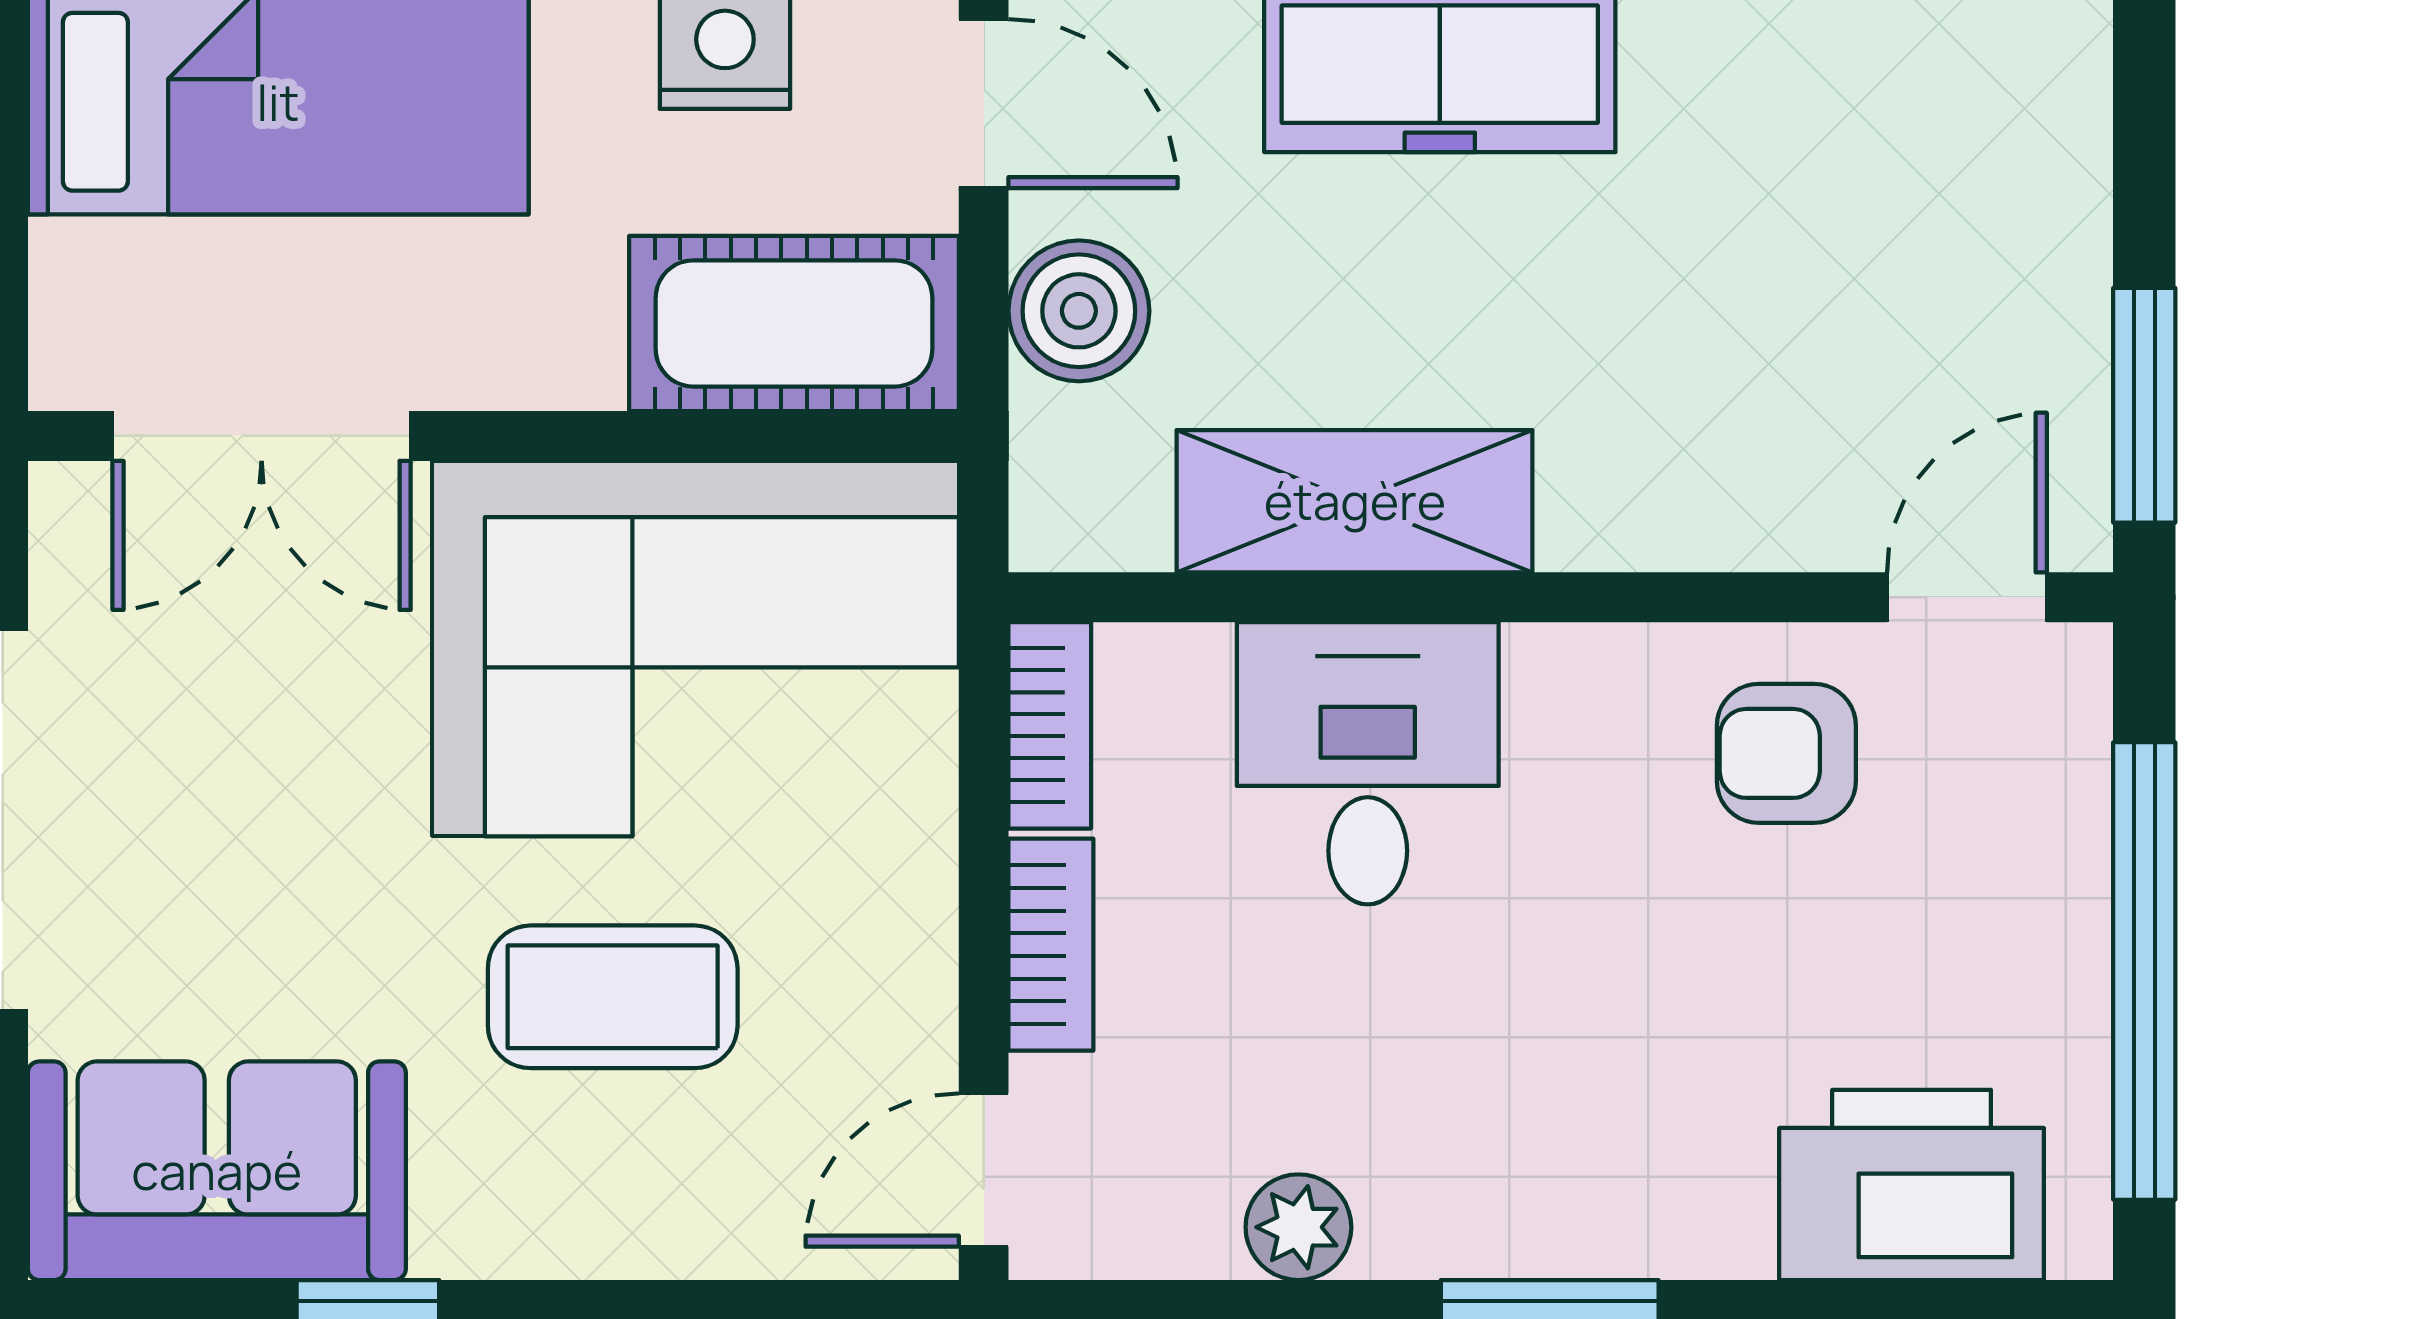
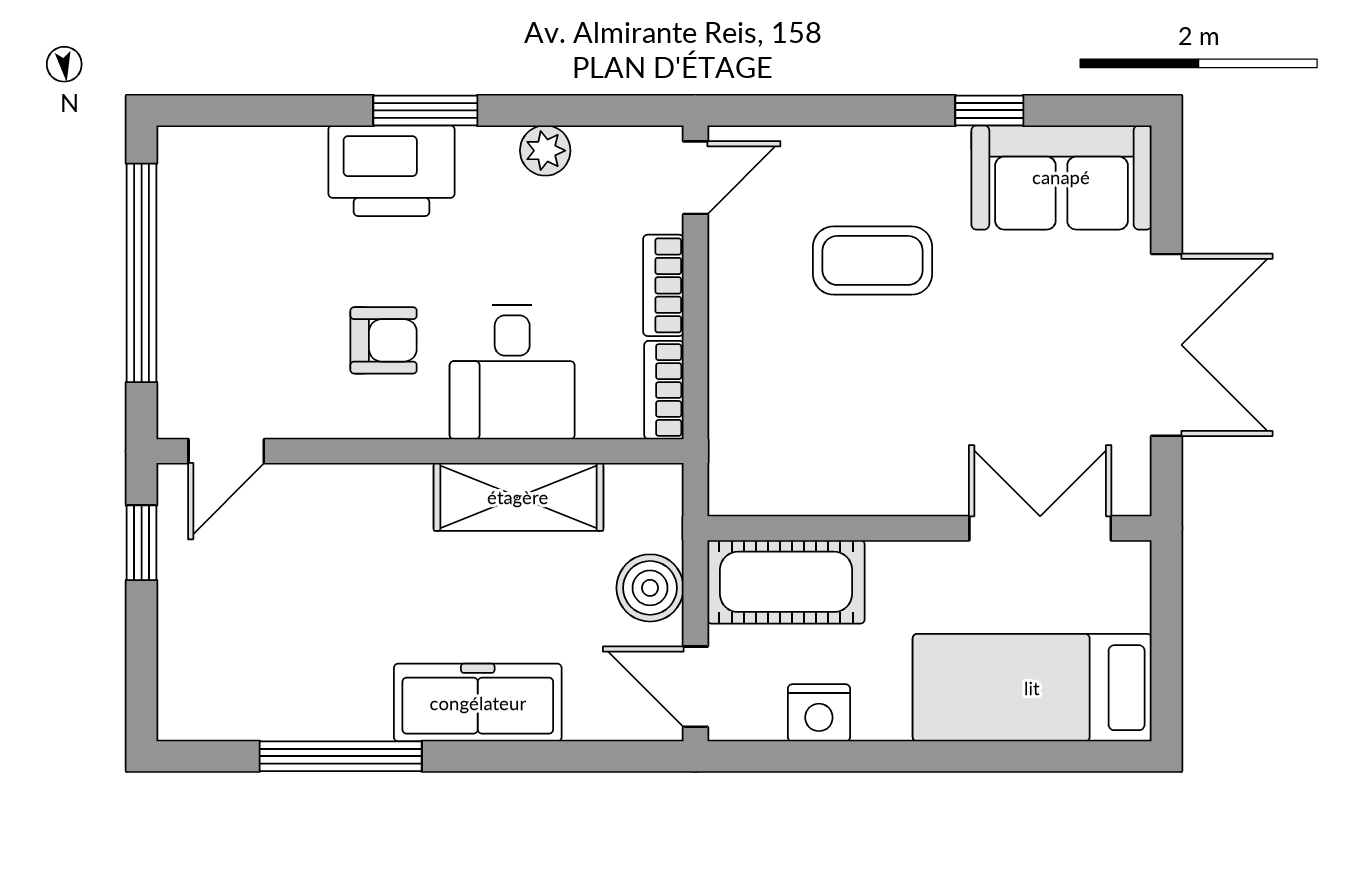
window: (2144, 405) -> (142, 543), width x0.67
corner sofa: (696, 649) -> (833, 427), removed
armchair: (1786, 753) -> (384, 340), moved
printer: (1912, 1185) -> (392, 171), moved

